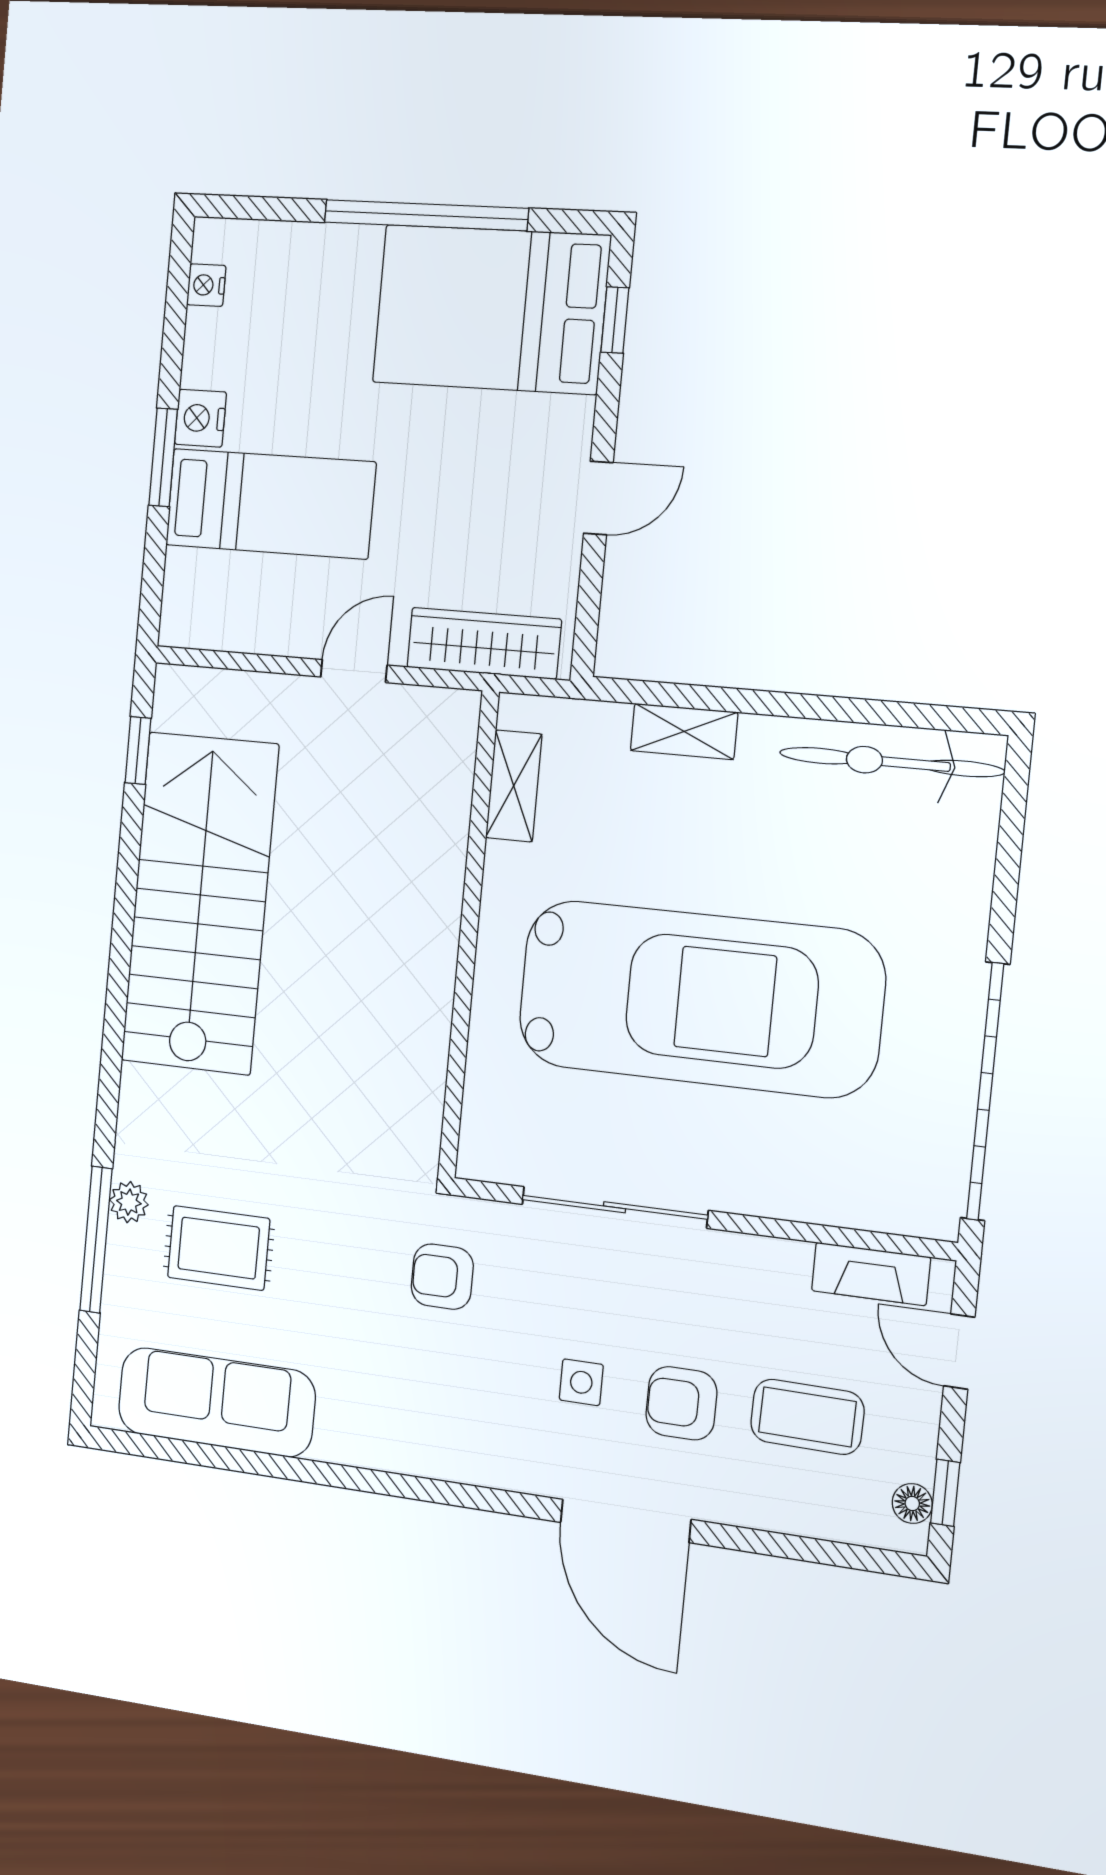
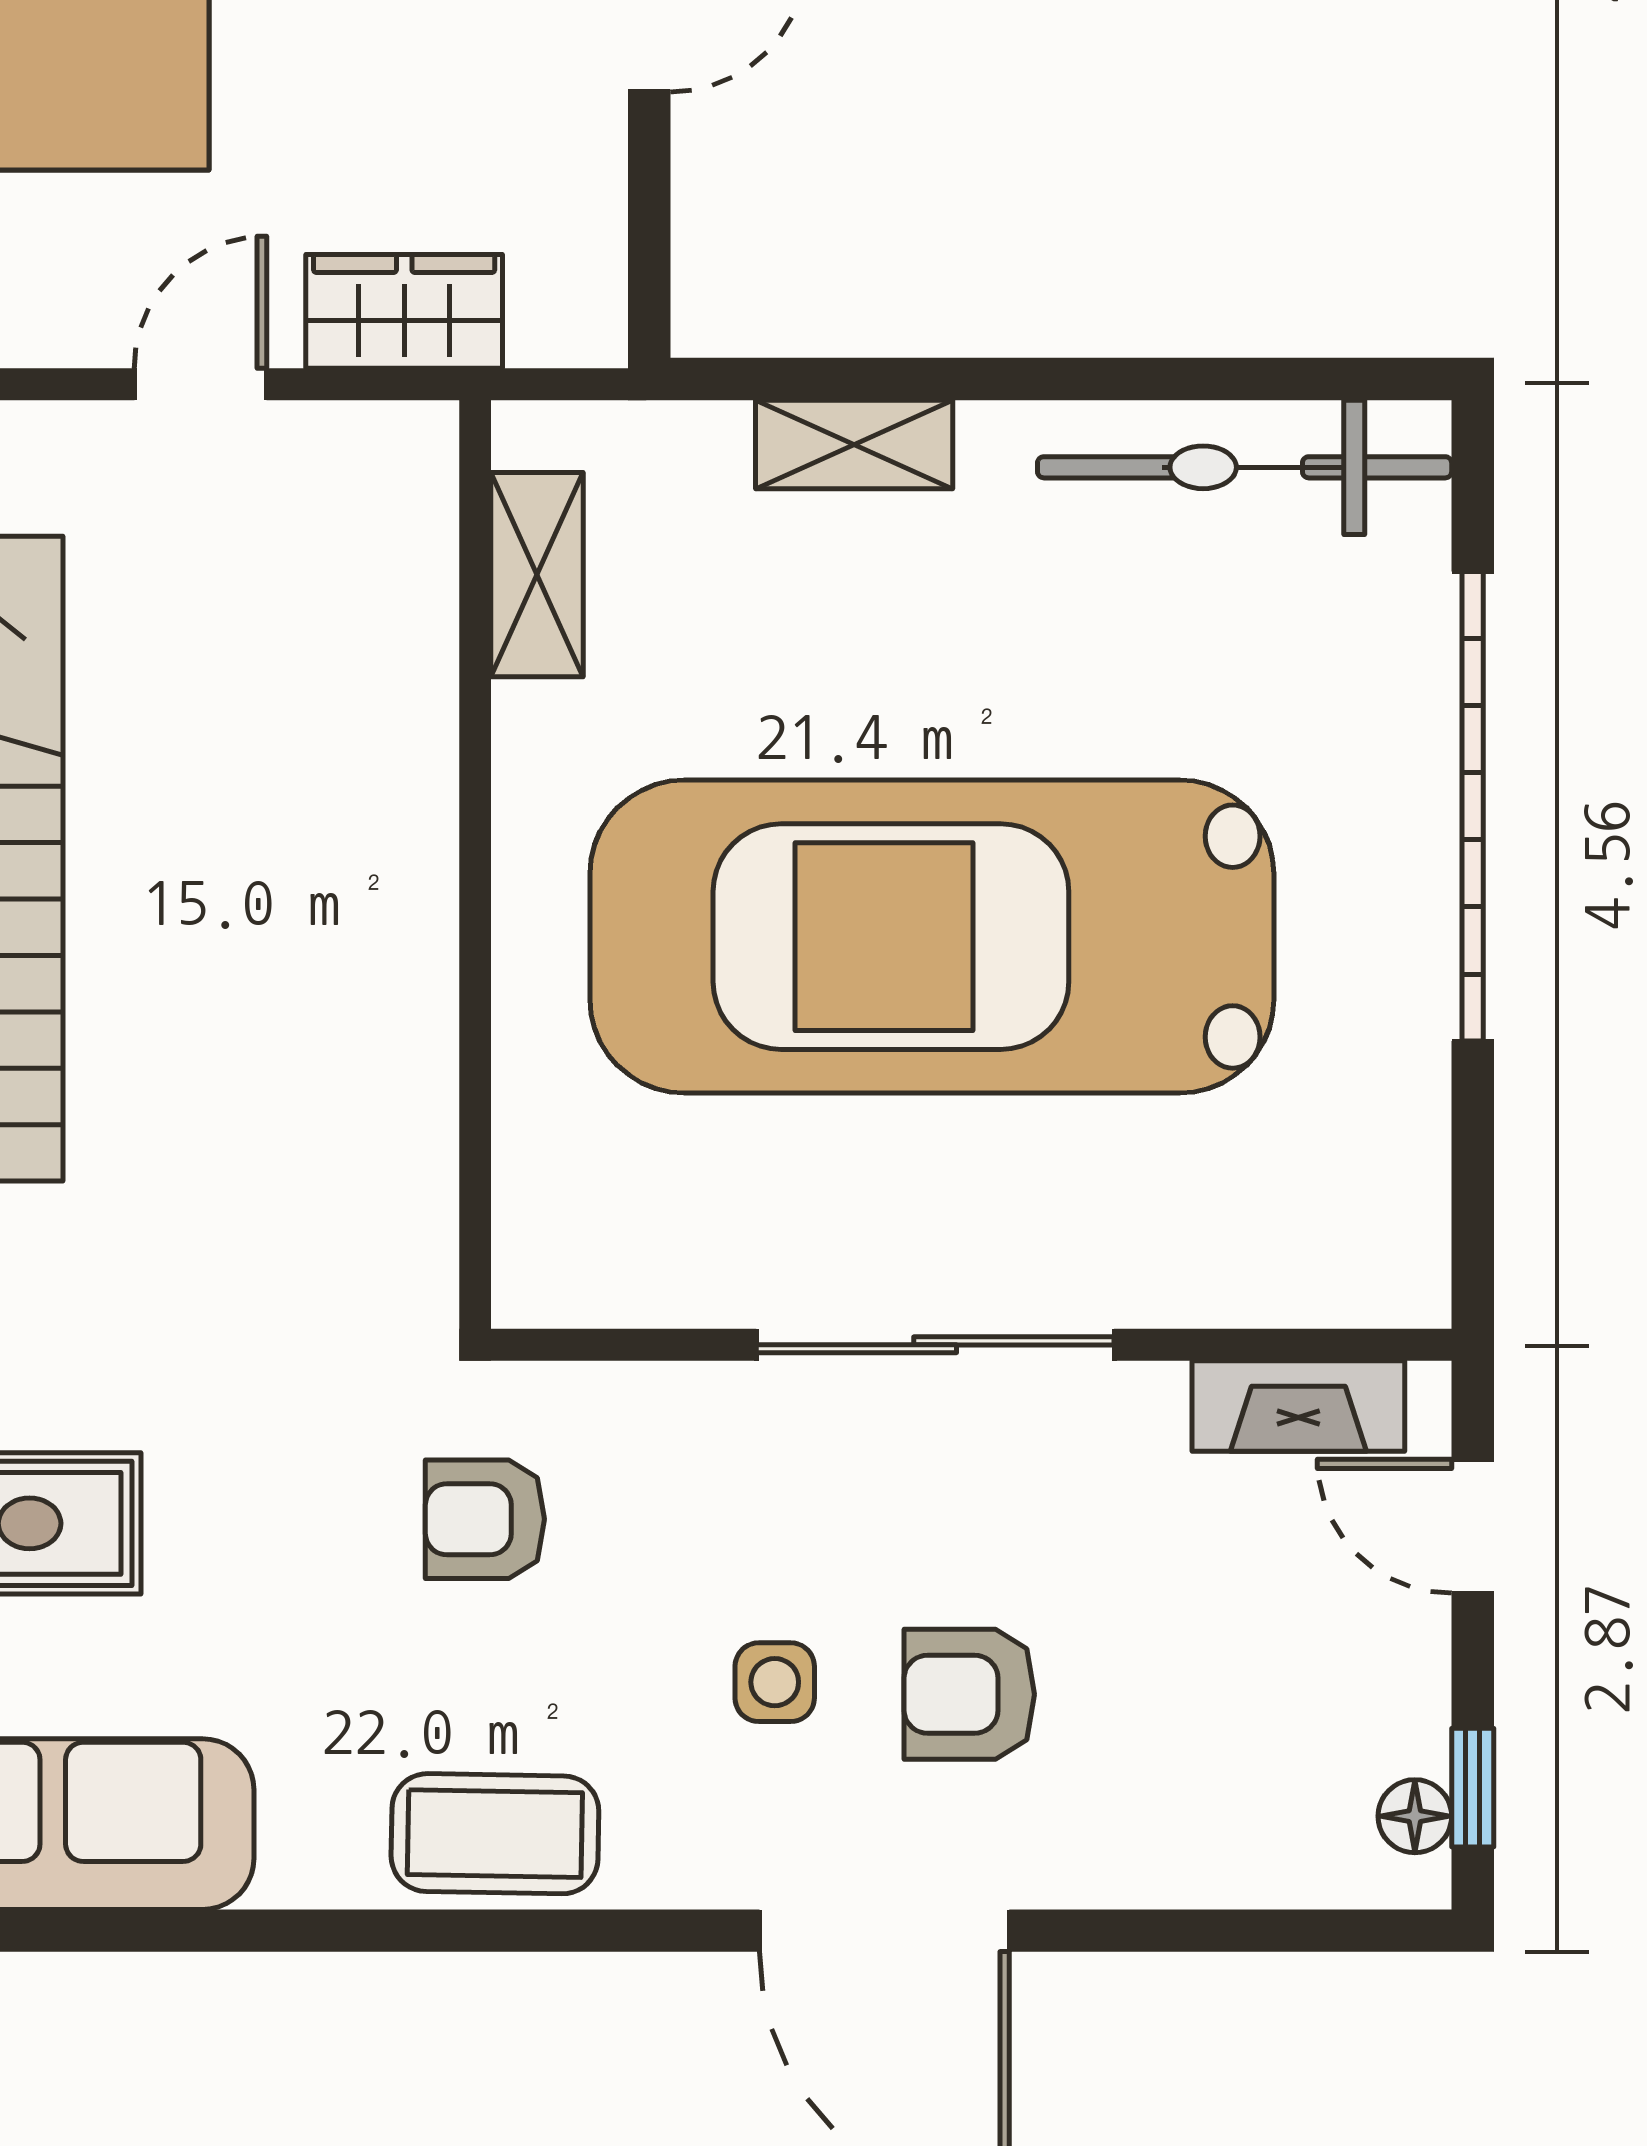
wardrobe: (484, 643) -> (404, 311), width x0.67
car: (700, 999) -> (932, 937), turned 180
garage door: (985, 1091) -> (1473, 806), moved
sliding door: (615, 1207) -> (935, 1345), moved
coffee table: (807, 1417) -> (495, 1834), moved

